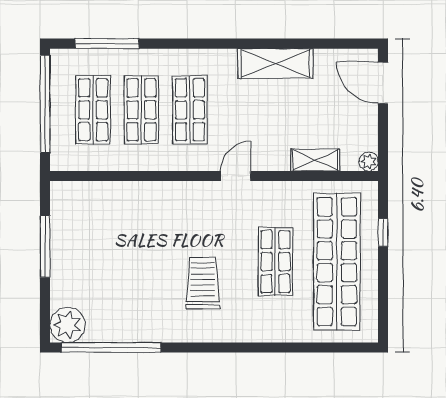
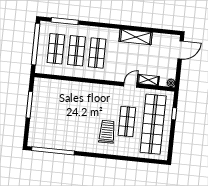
door: (383, 83) -> (181, 50), swing flipped
door: (236, 176) -> (130, 85), moved
trolley: (203, 283) -> (107, 132), moved
plant: (67, 325) -> (35, 139), removed

